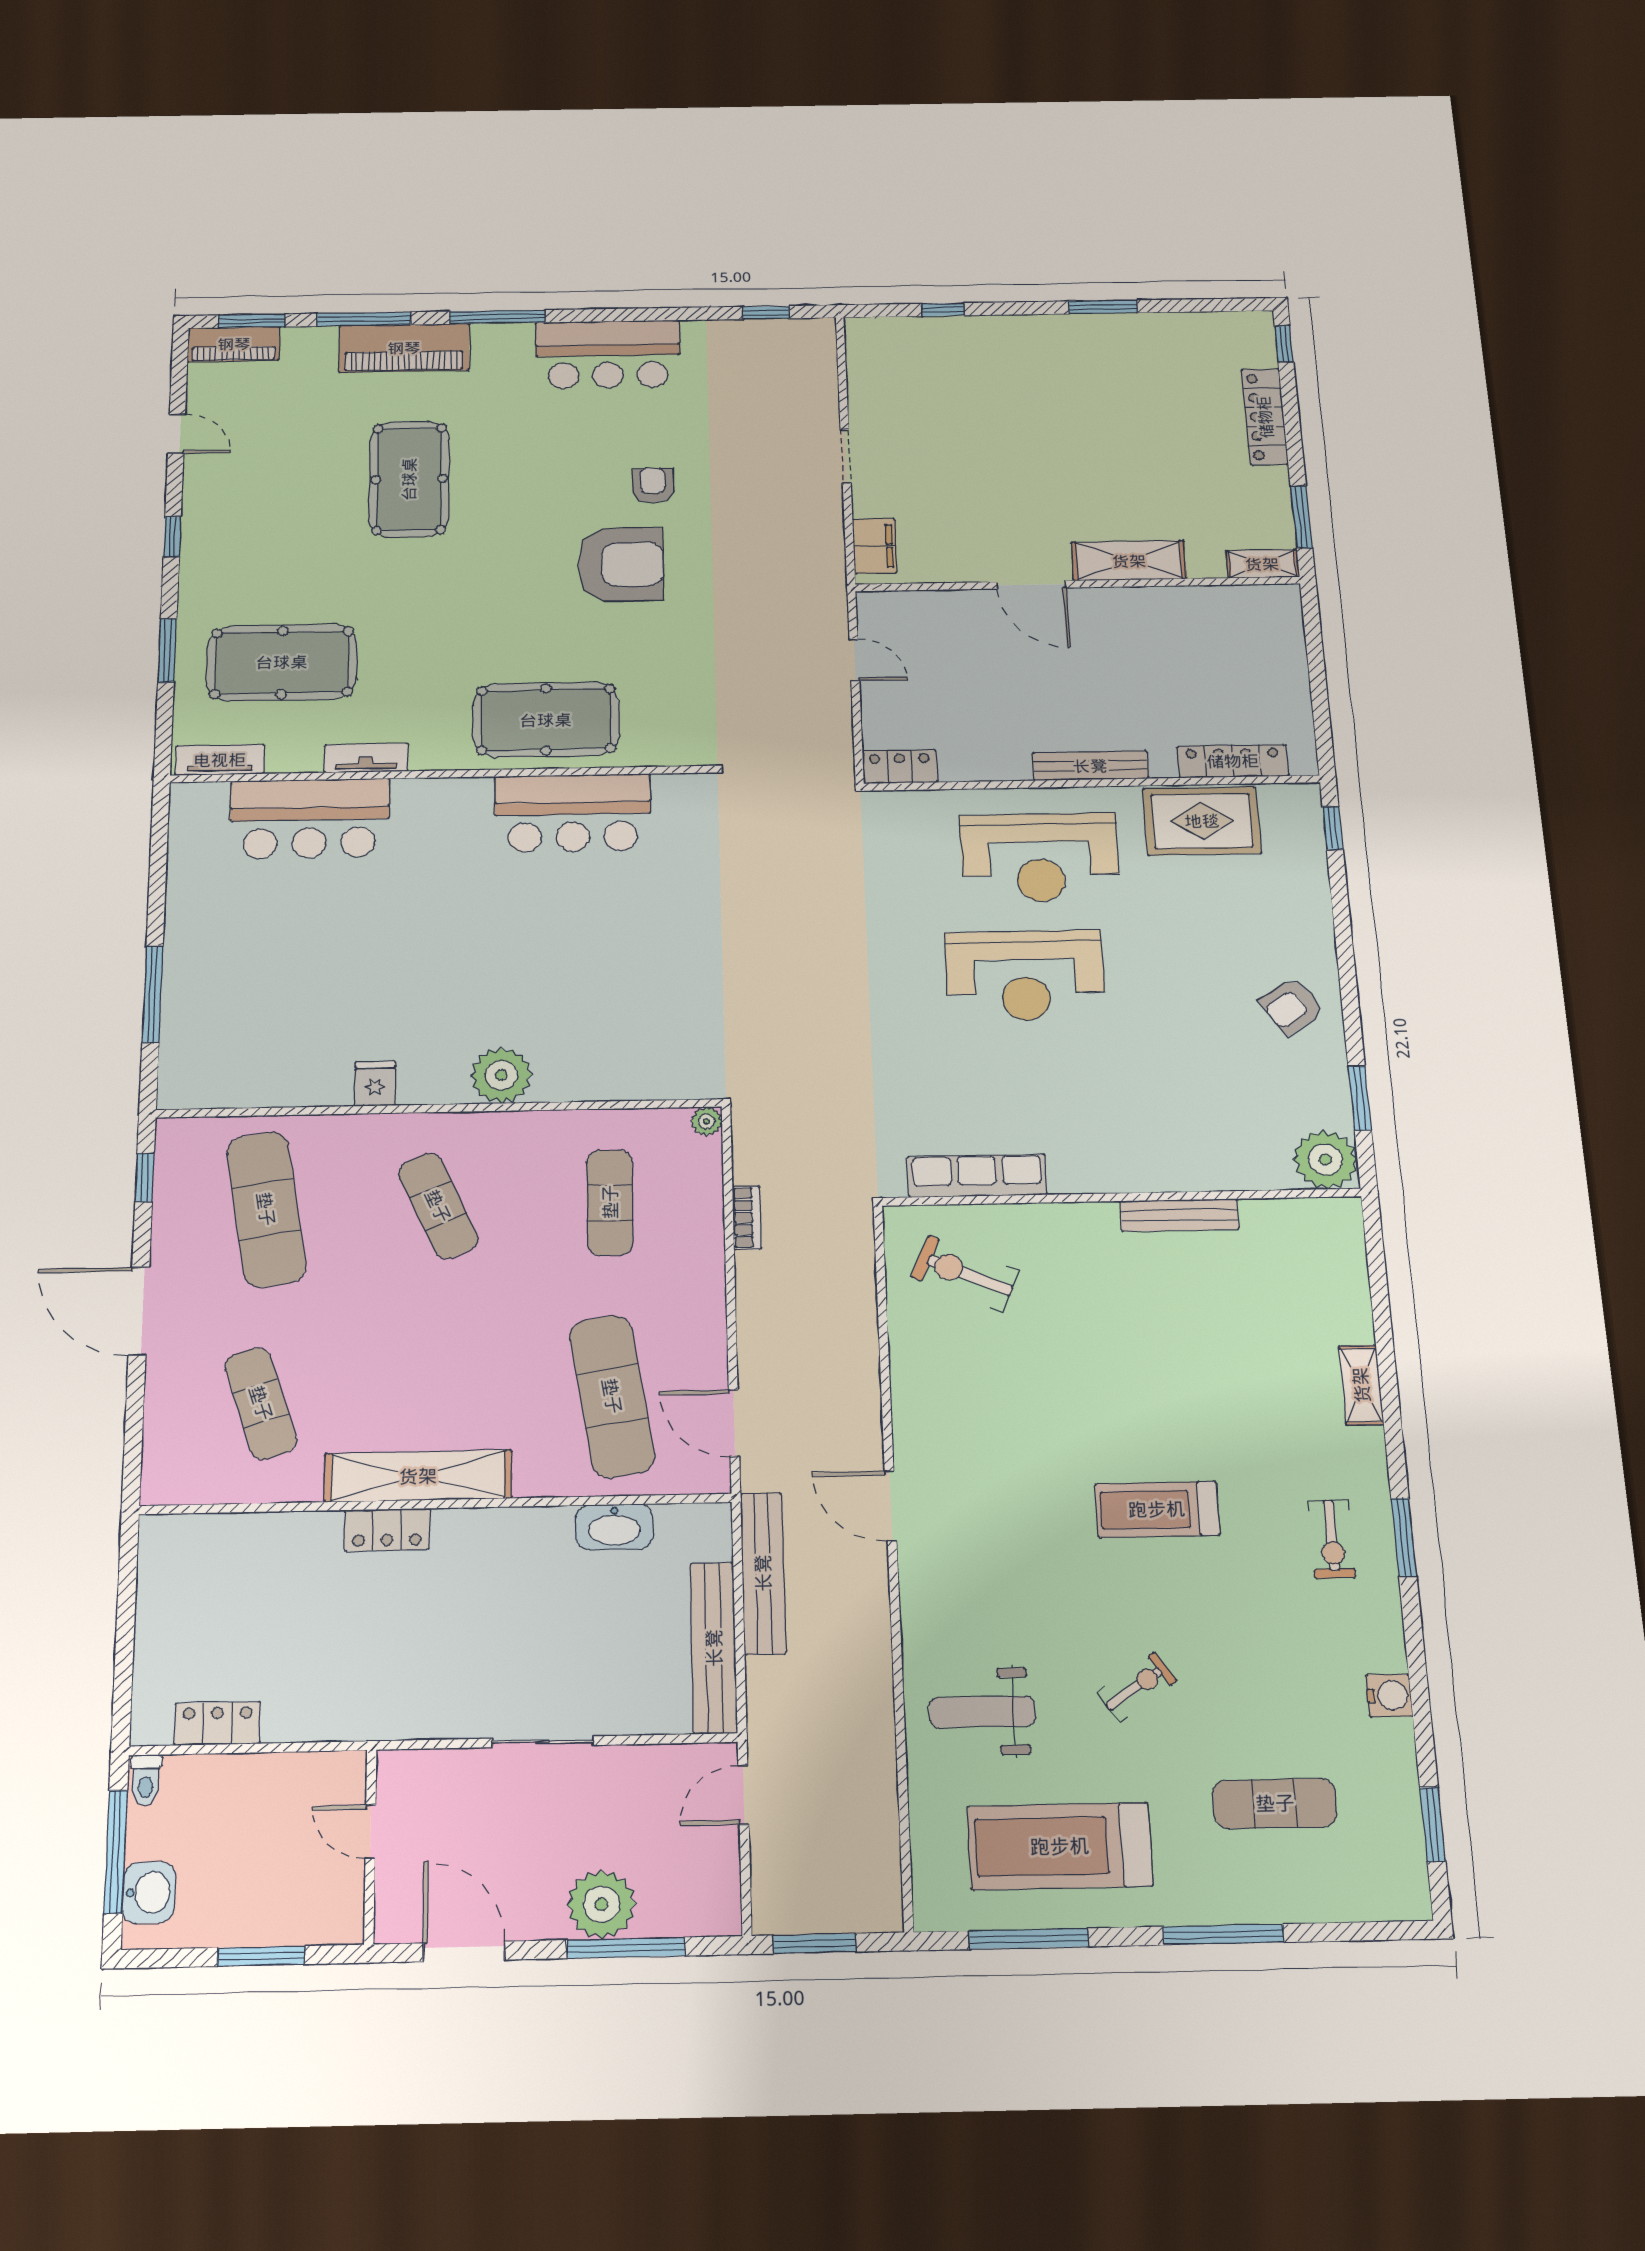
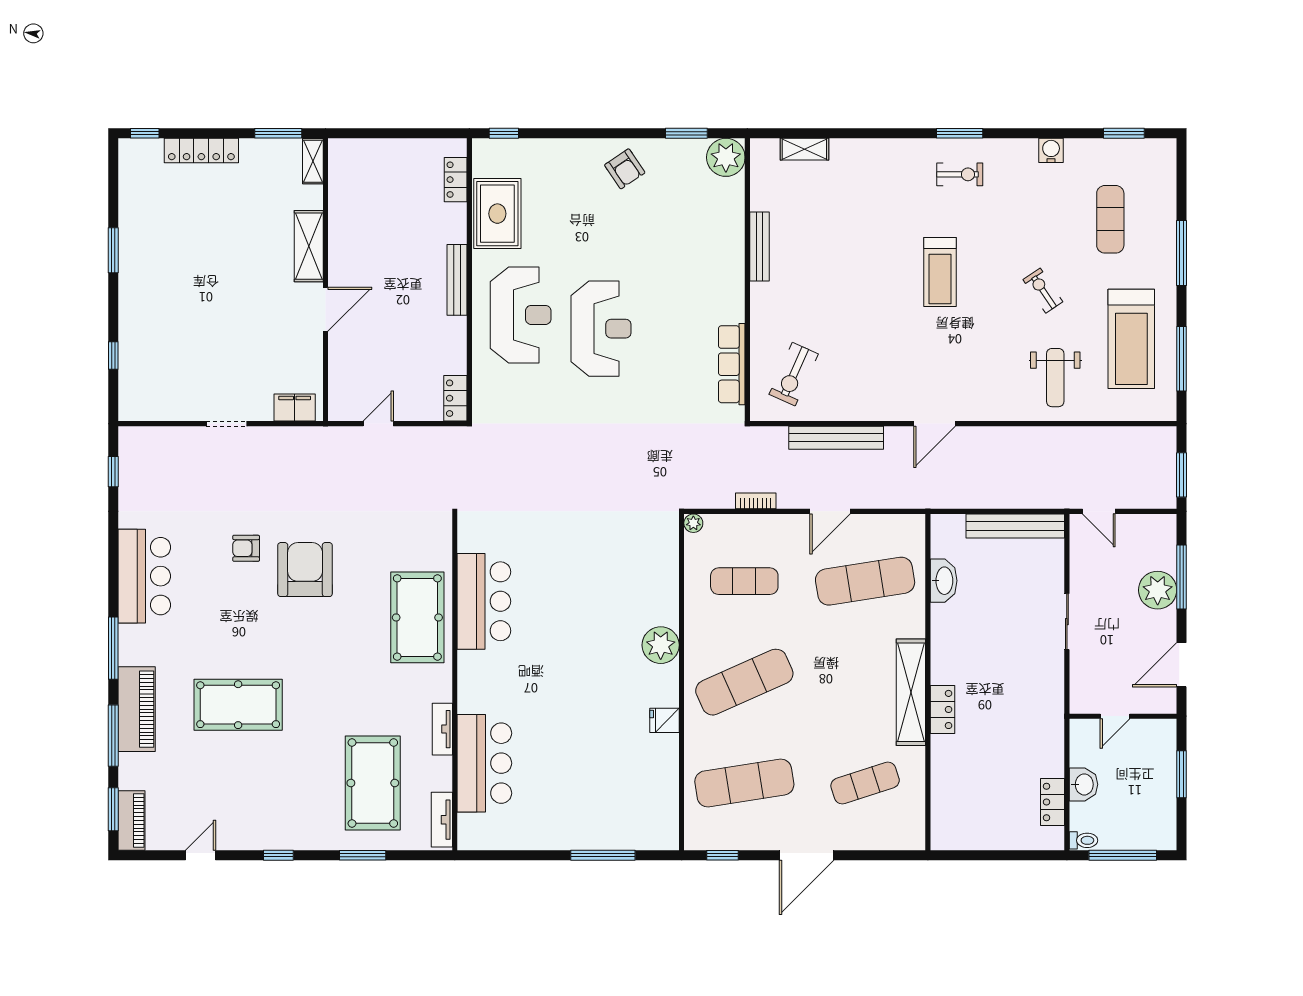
locker: (1233, 761) -> (456, 180), width x0.66
exercise mat: (438, 1206) -> (744, 682), width x1.36, depth x1.45
shelving: (1361, 1385) -> (804, 149), moved
door: (734, 1423) -> (830, 511), moved
bench: (763, 1573) -> (836, 438), moved
washbasin: (149, 1893) -> (1083, 784), moved, turned 90

